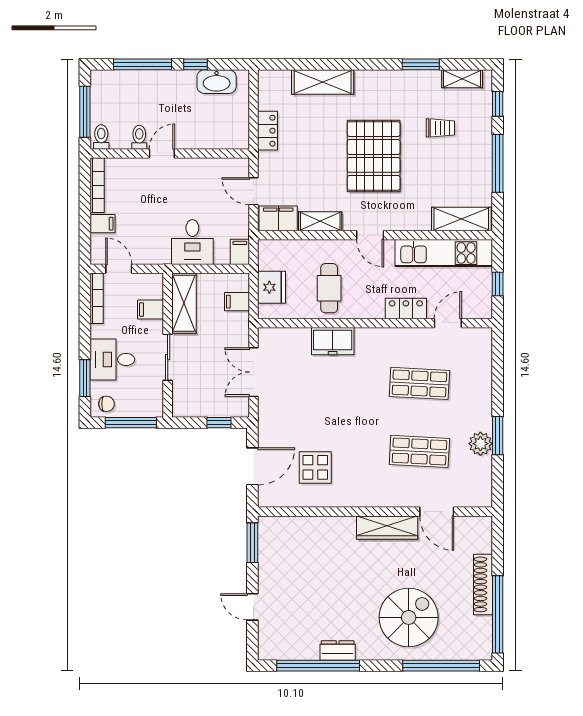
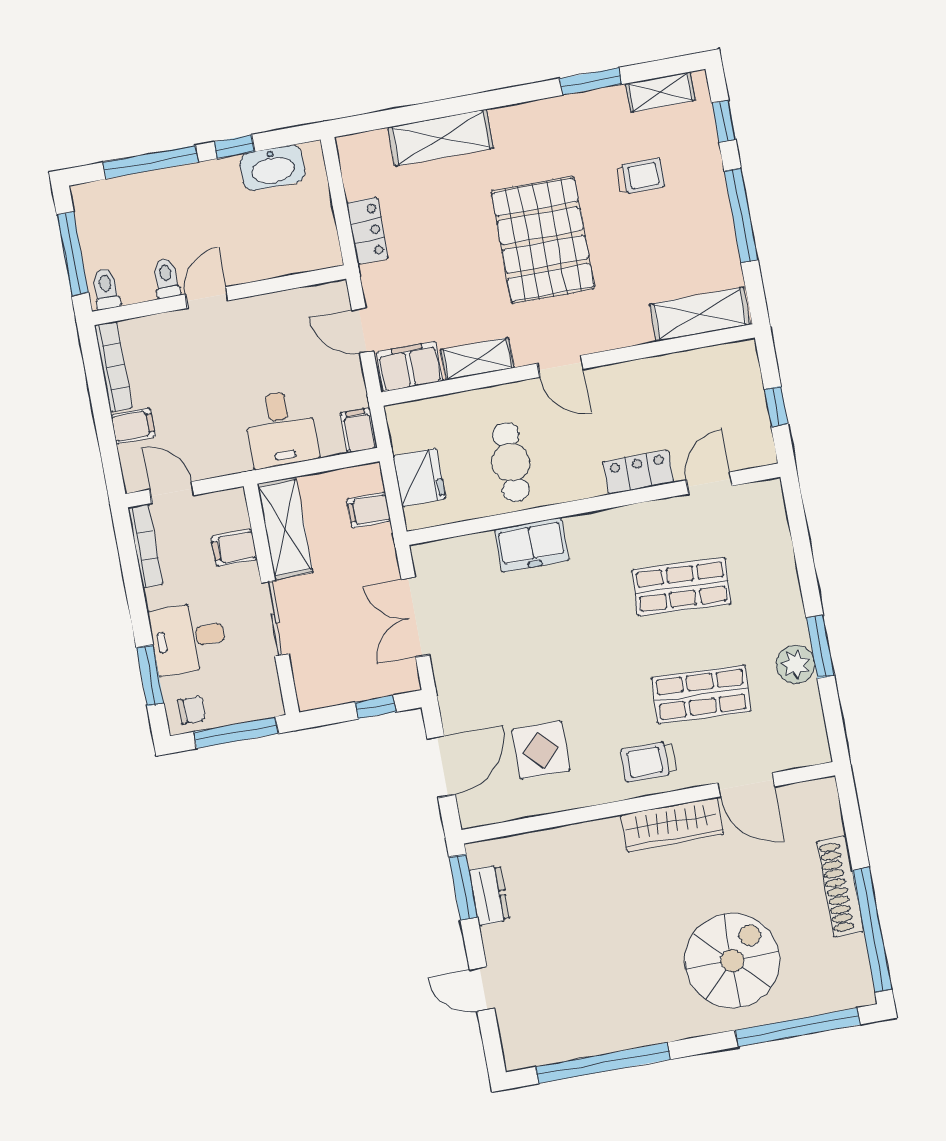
kitchen unit: (444, 253) -> (682, 373), removed
trolley: (380, 487) -> (648, 762), added
dresser: (338, 650) -> (489, 895), moved, turned 90

